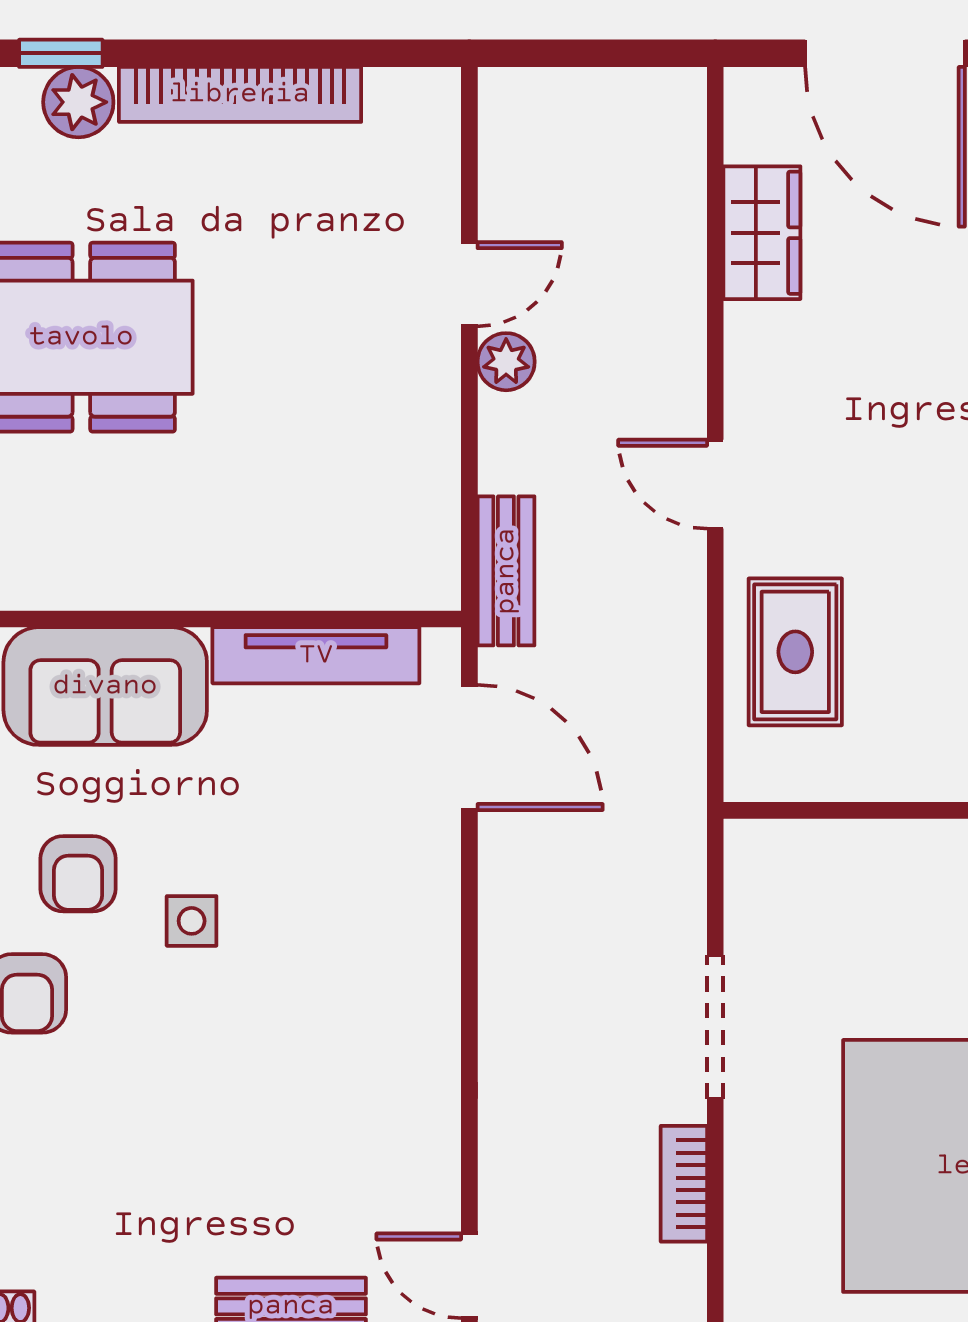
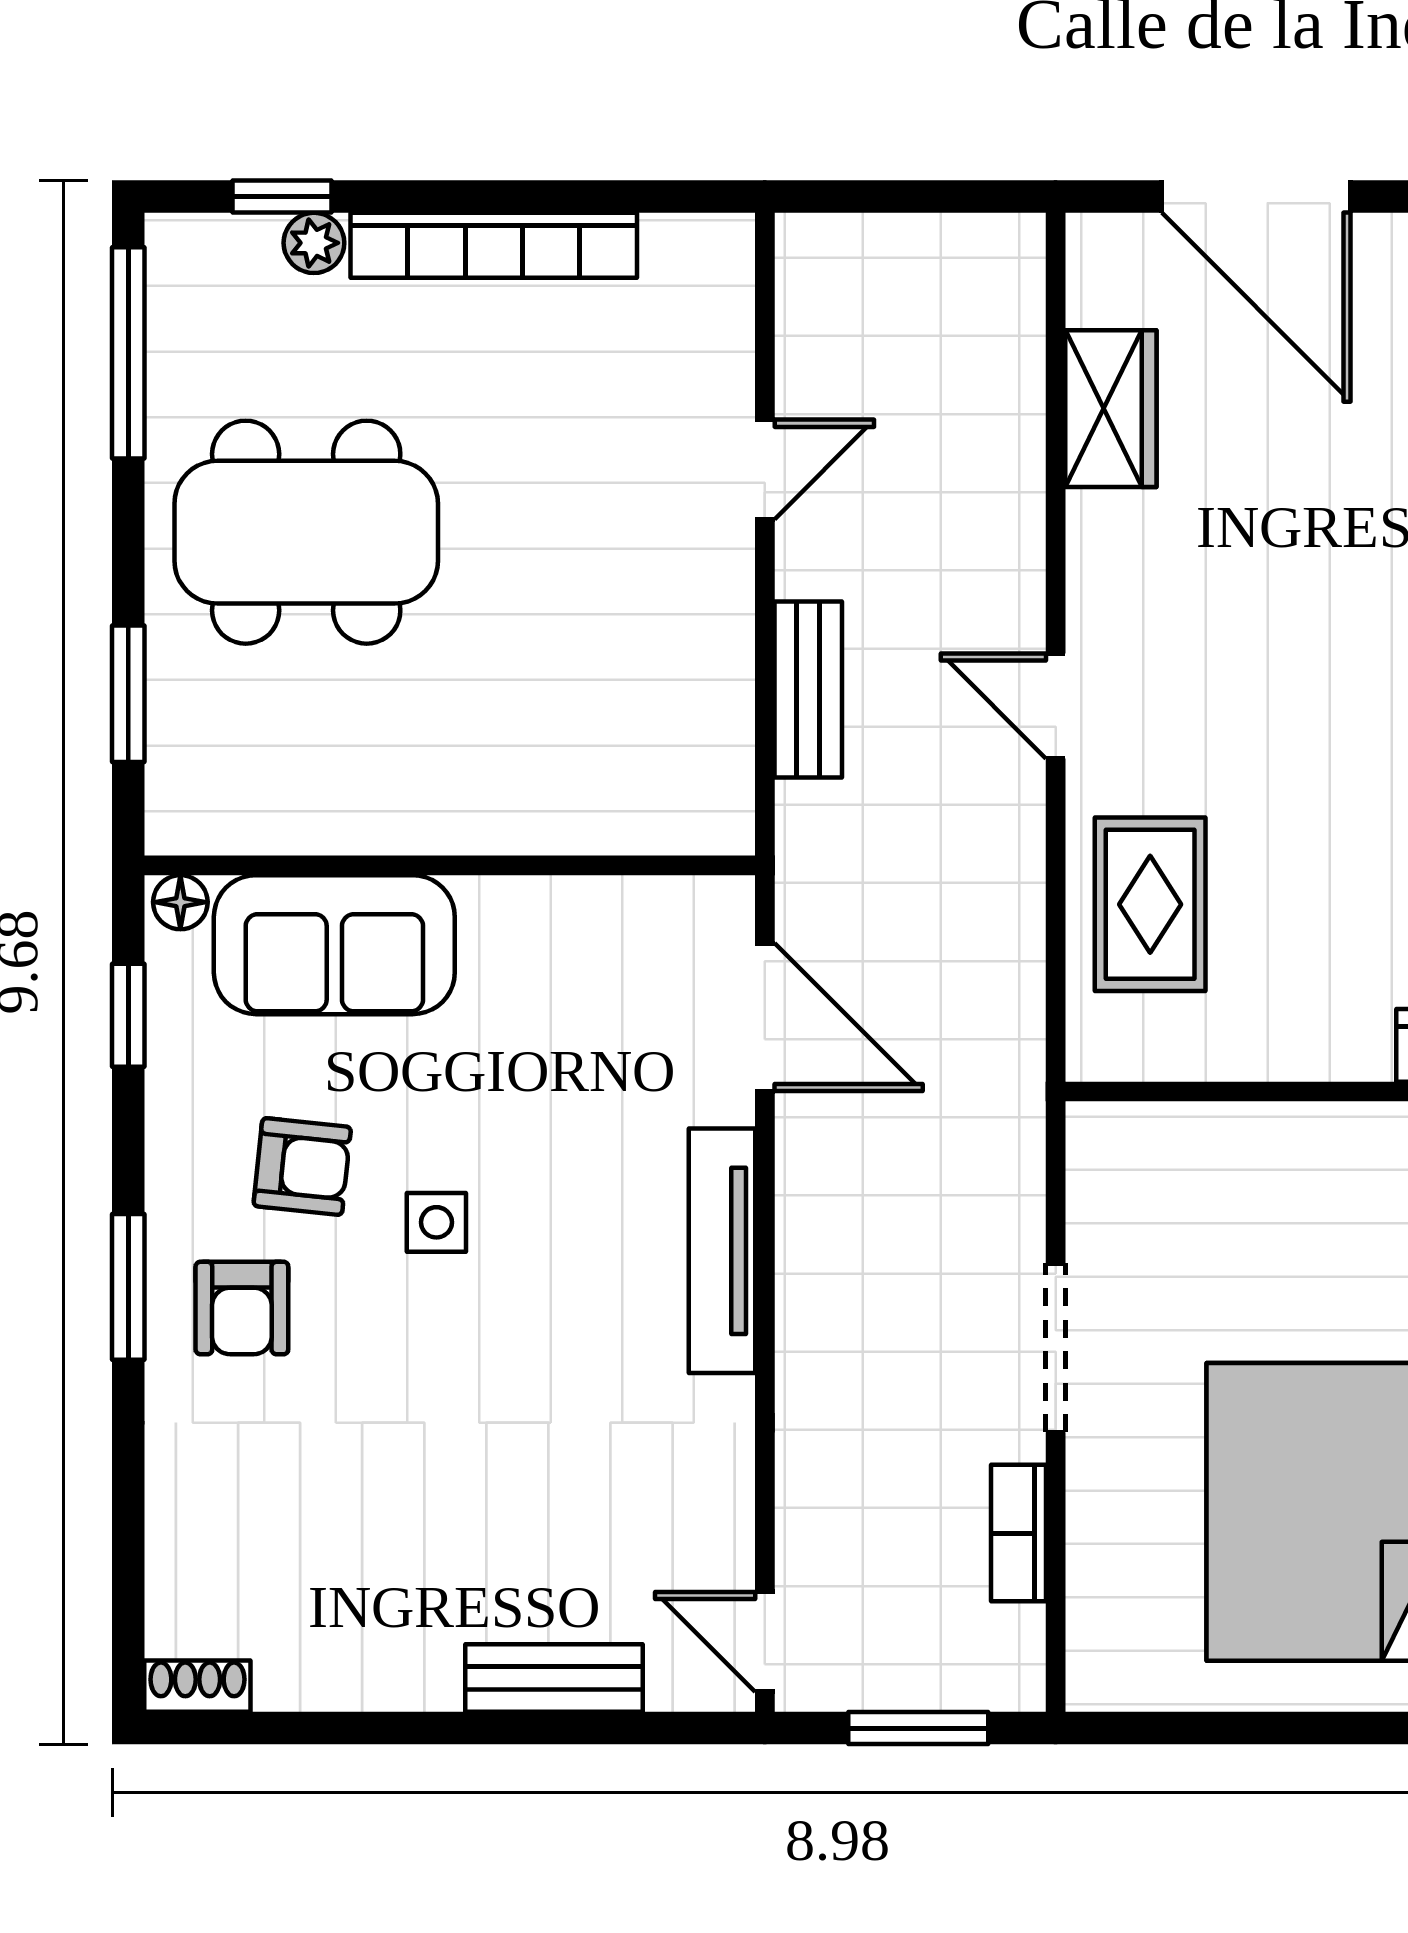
plant: (78, 102) -> (314, 243), width x0.73, depth x0.73
plant: (506, 362) -> (808, 561), removed
bench: (506, 571) -> (808, 690), moved
tv unit: (316, 655) -> (722, 1251), moved, turned 90
armchair: (78, 874) -> (302, 1166), turned -84

